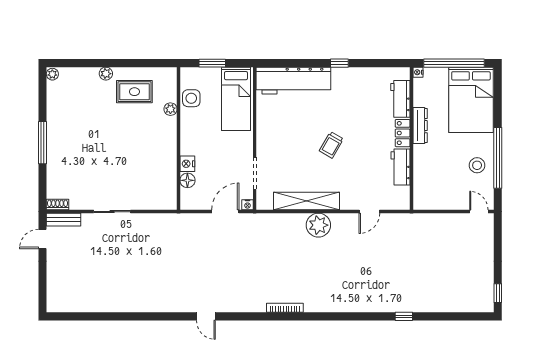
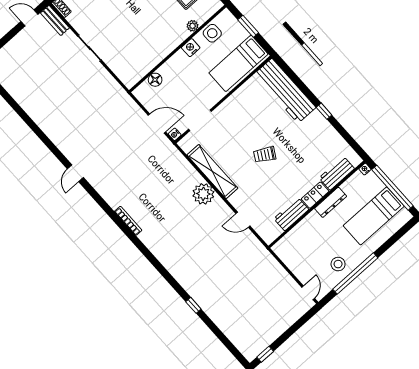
bed: (471, 100) -> (374, 216), width x0.67
nightstand: (187, 164) -> (191, 48), moved

